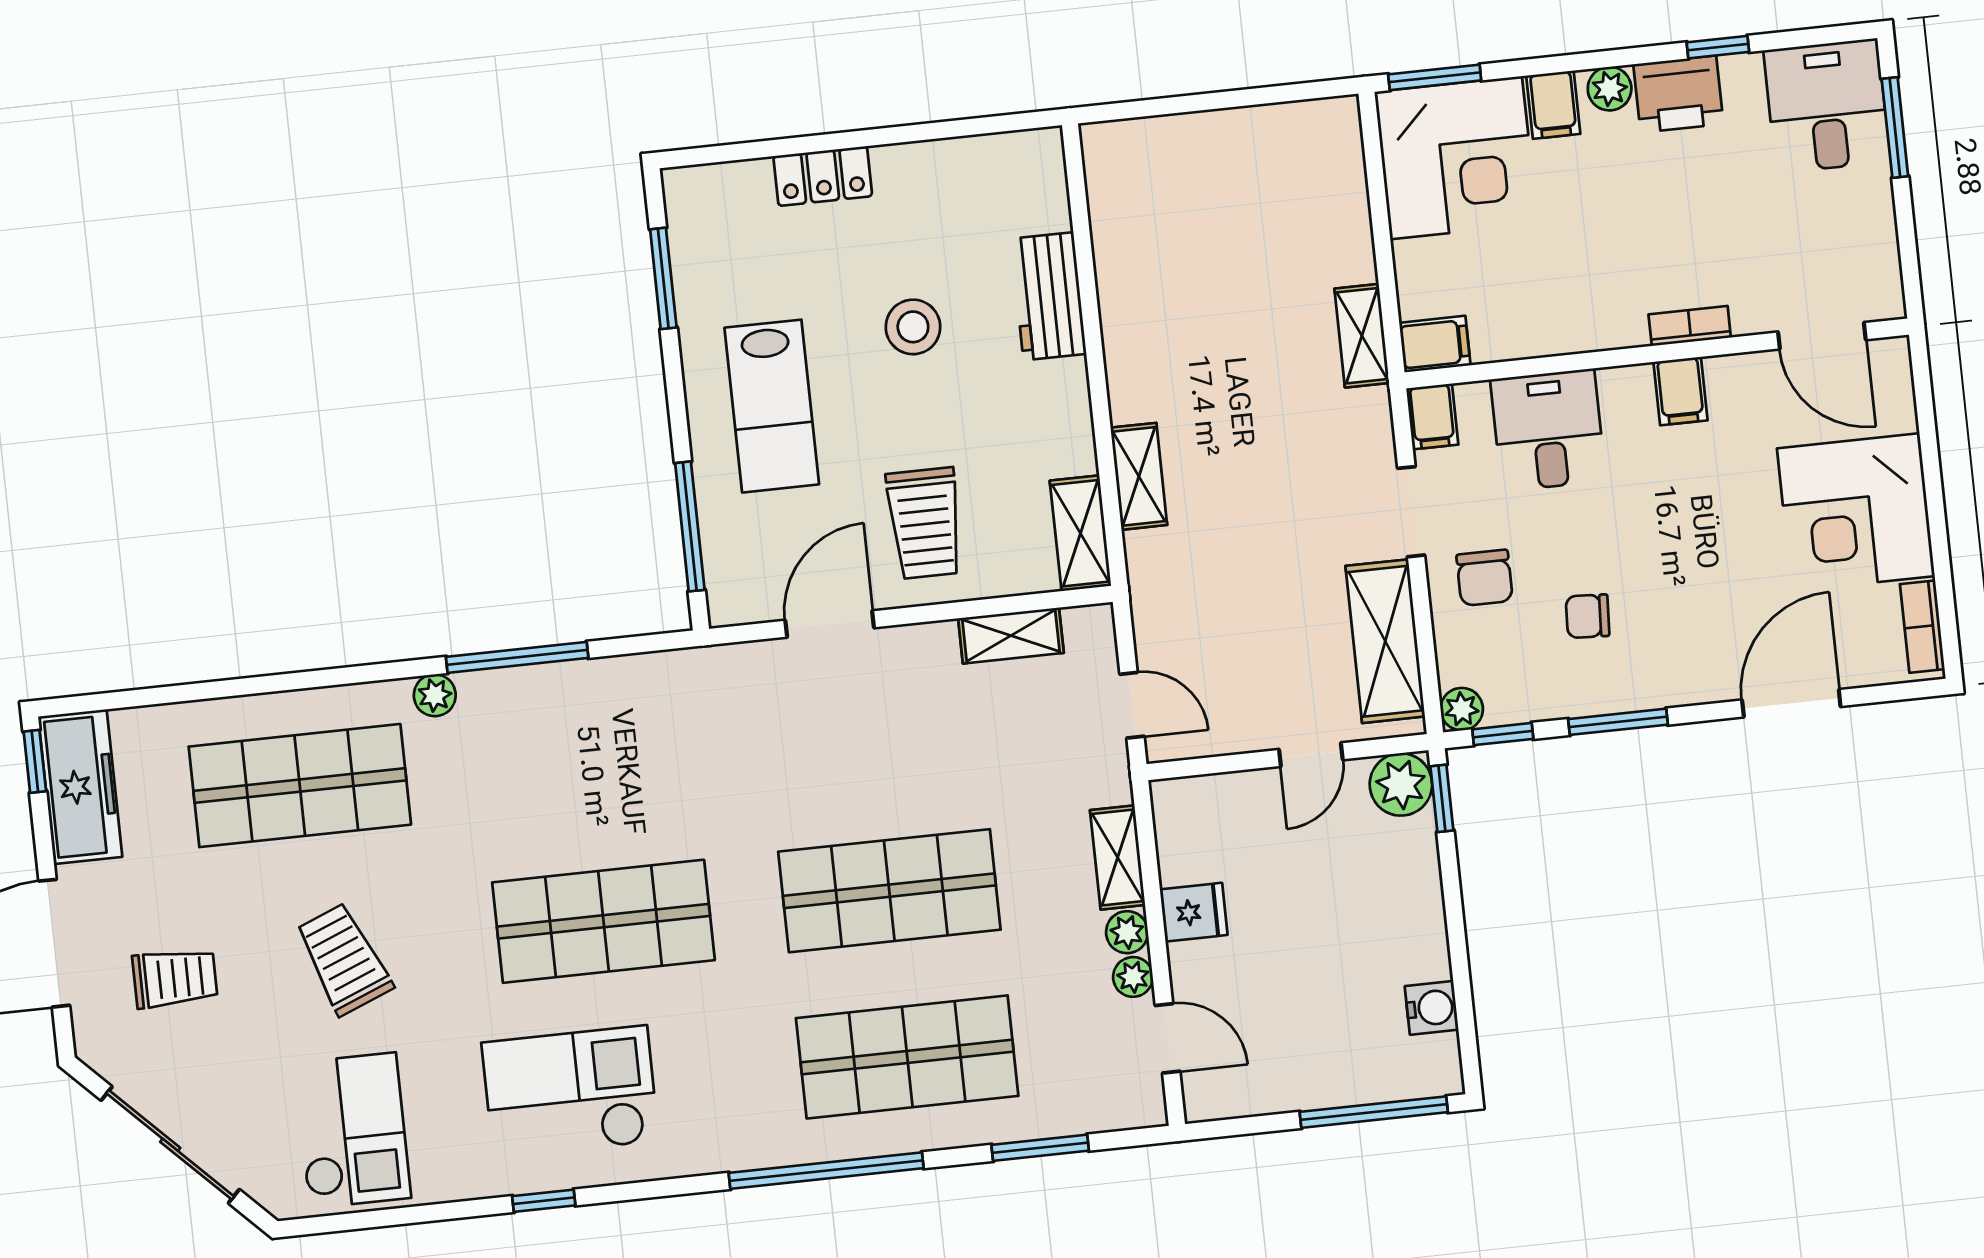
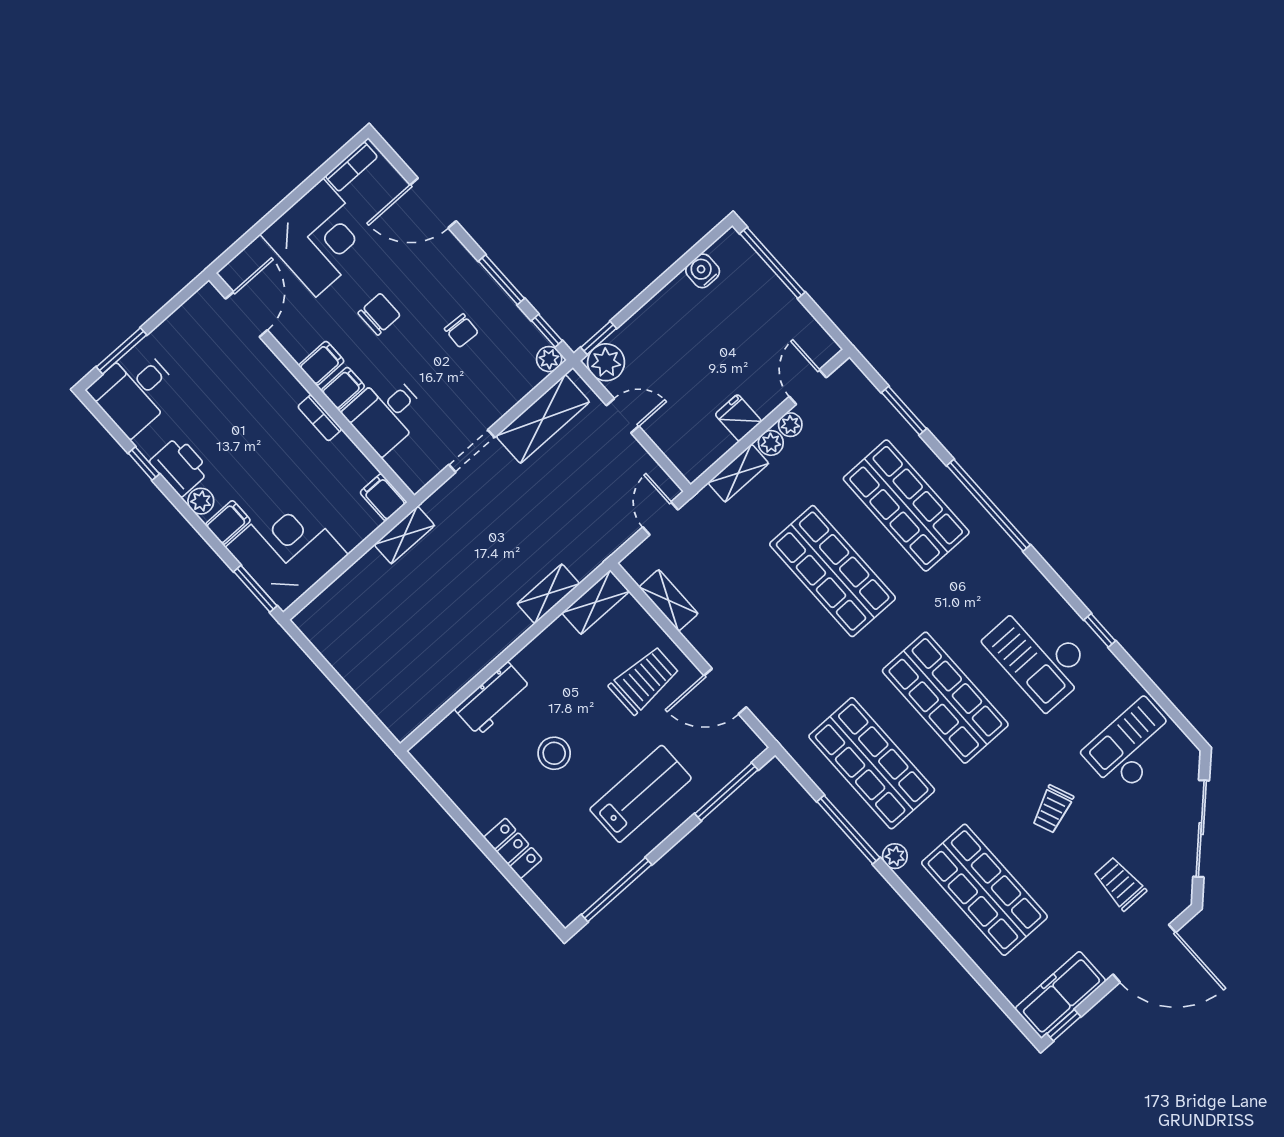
window: (663, 278) -> (617, 890), width x1.44
bookcase: (1690, 326) -> (320, 418), moved
filing cabinet: (1432, 416) -> (343, 388), moved
chair: (1485, 578) -> (379, 314), moved
shop shelf: (586, 755) -> (872, 763), added
trolley: (344, 959) -> (1053, 809), width x0.73, depth x0.72

